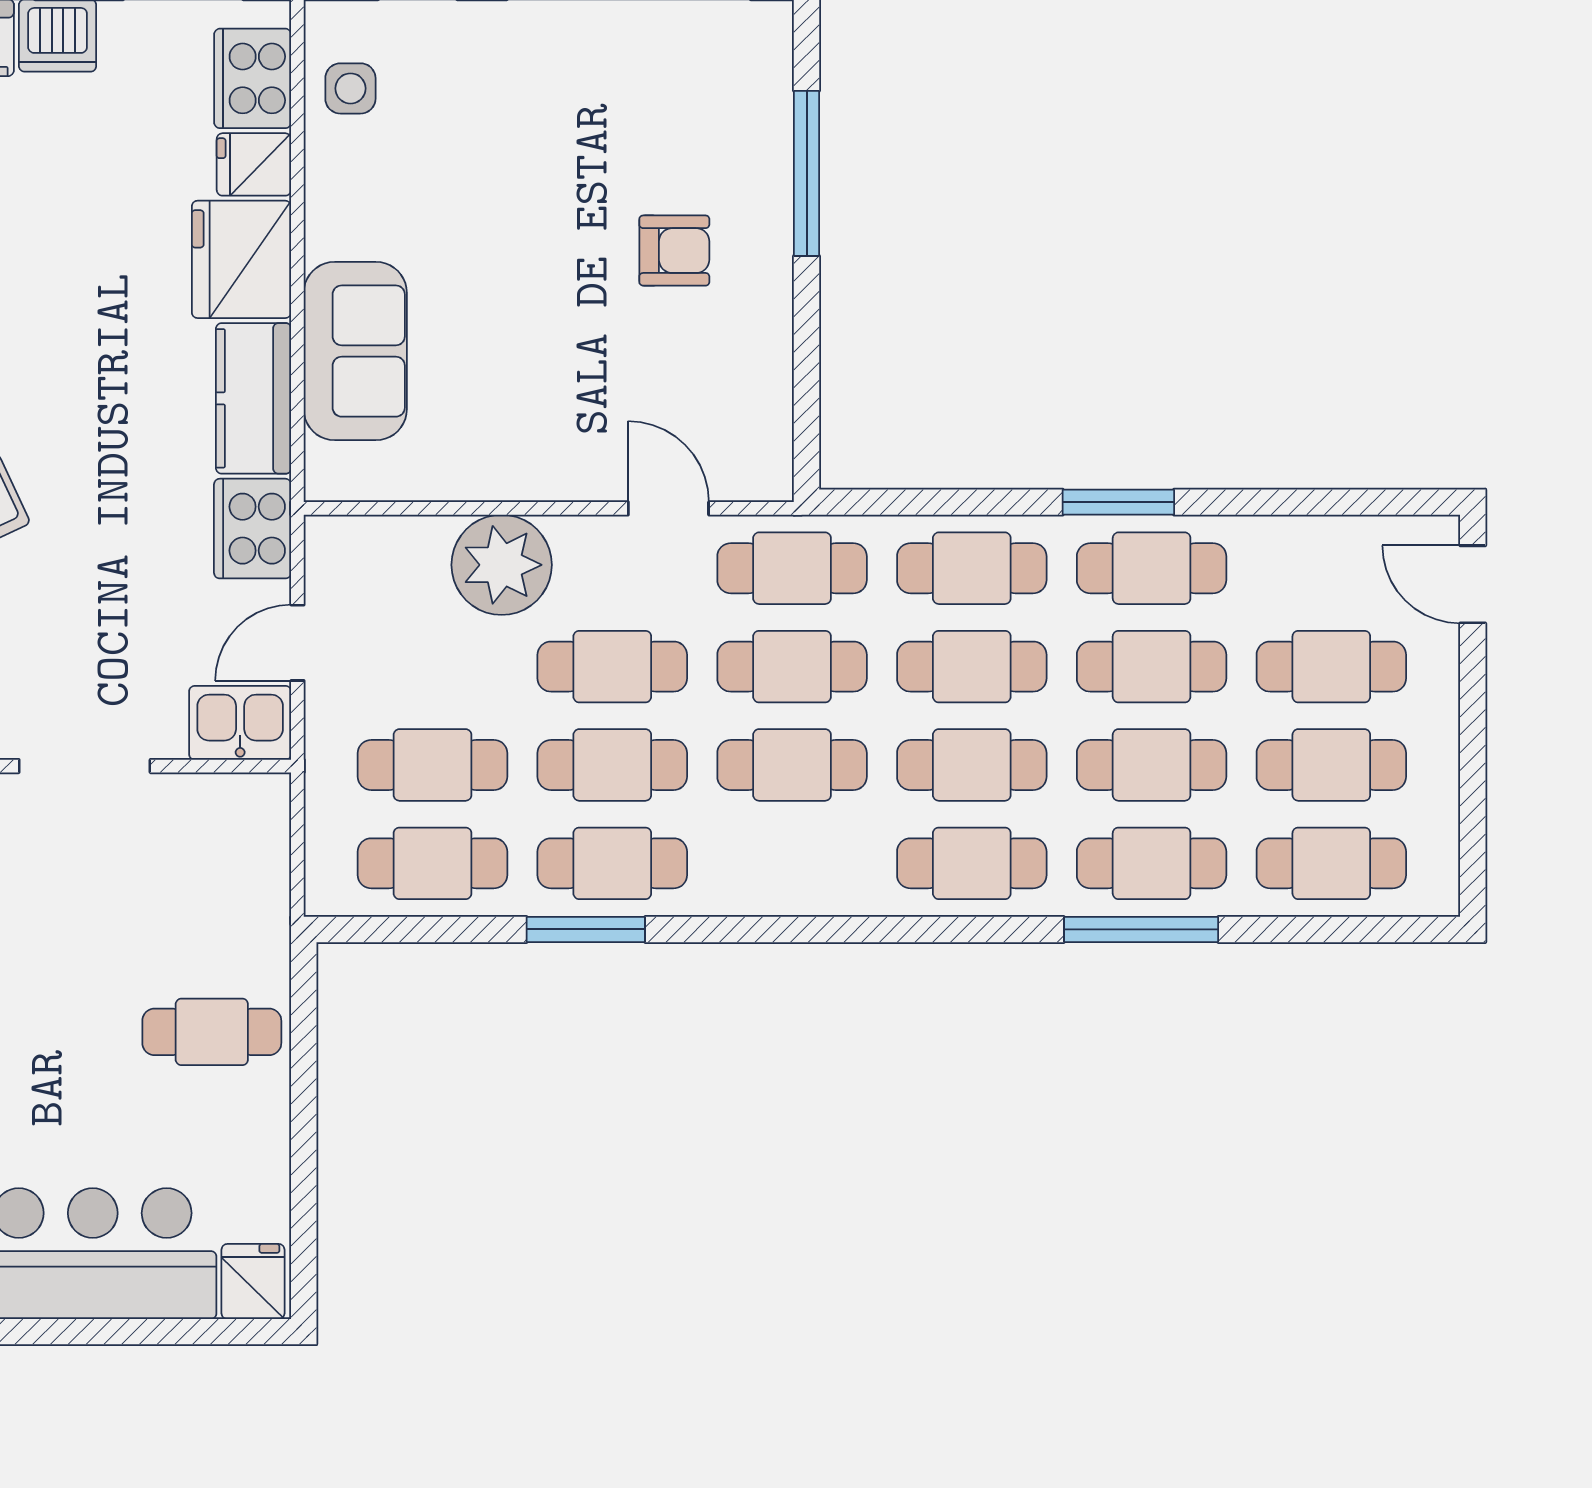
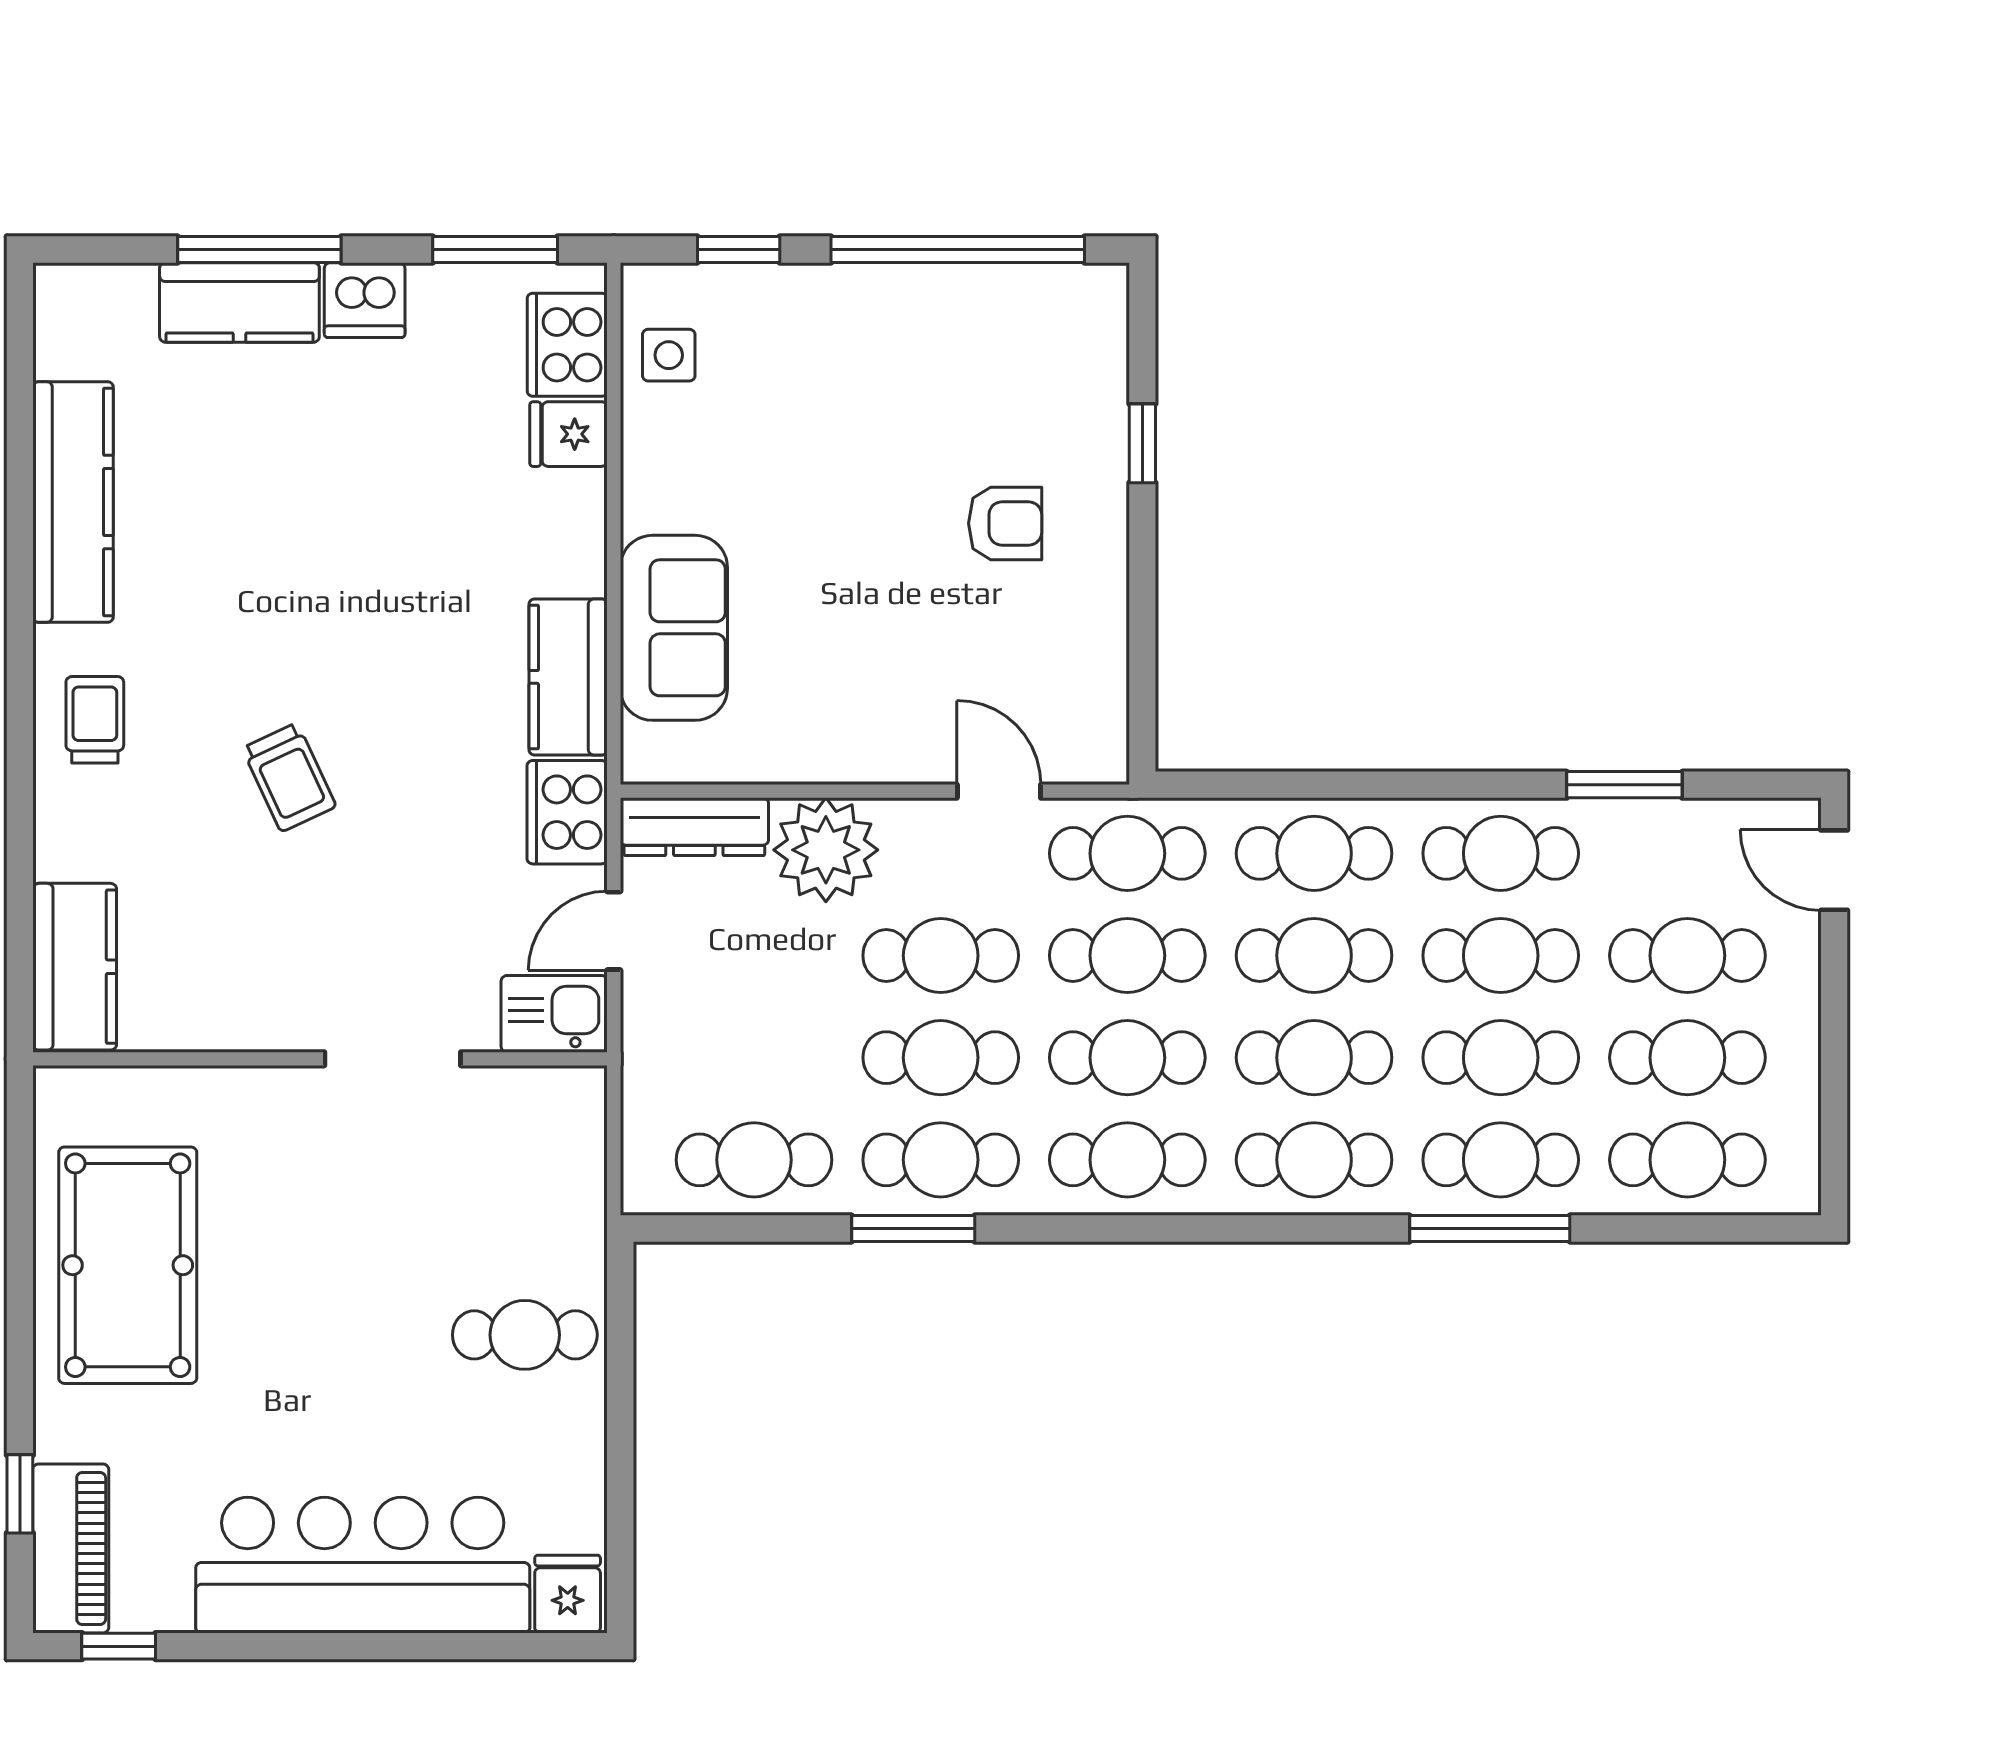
window: (807, 173) -> (1142, 443), width x0.46
fridge: (241, 259) -> (556, 533), removed
window: (1118, 502) -> (1624, 785), moved
dresser: (375, 543) -> (694, 827), added
cafe table: (433, 765) -> (1127, 1160), moved

